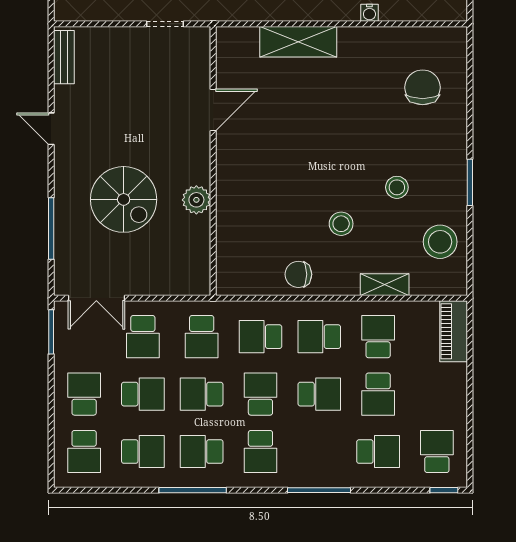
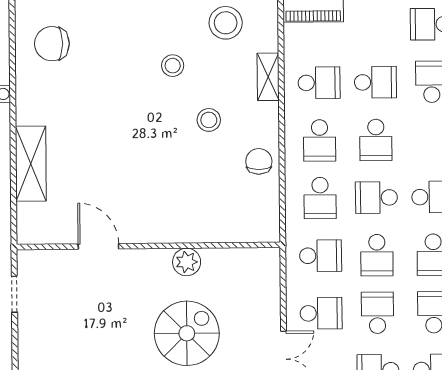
chair: (423, 87) -> (52, 44), moved
chair: (298, 274) -> (259, 161), turned 180
school desk: (378, 337) -> (319, 83), turned 180
school desk: (319, 394) -> (376, 140), turned 180

